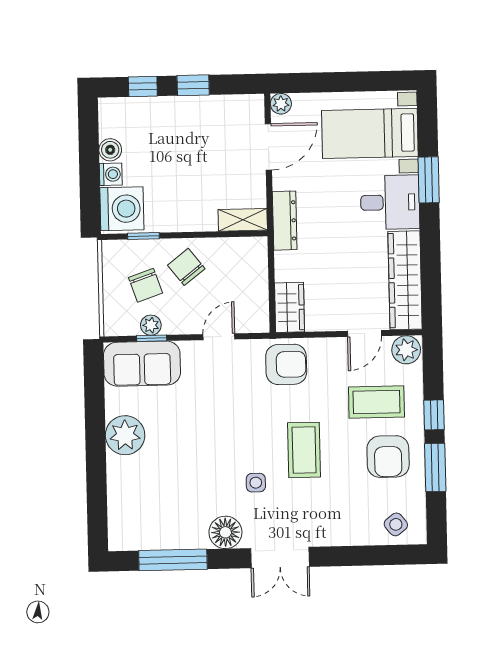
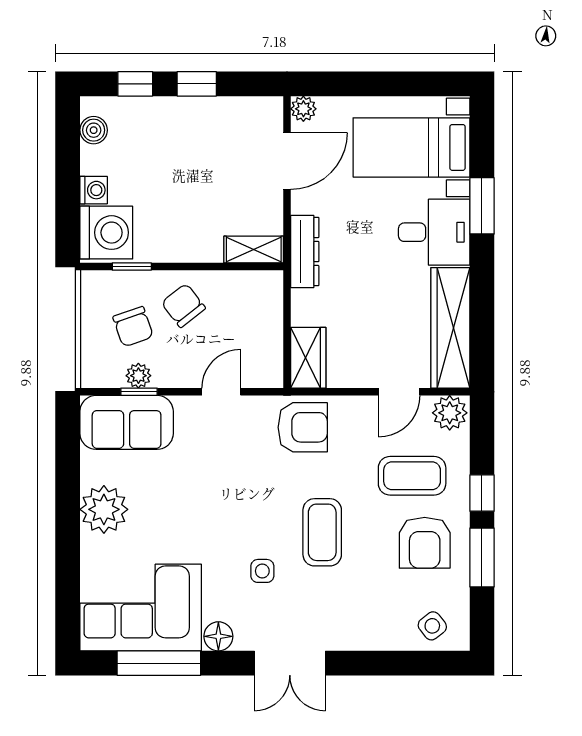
boiler: (110, 150) -> (94, 130), moved
corner sofa: (157, 515) -> (141, 608), added
floor lamp: (225, 532) -> (218, 636), width x0.73, depth x0.73

